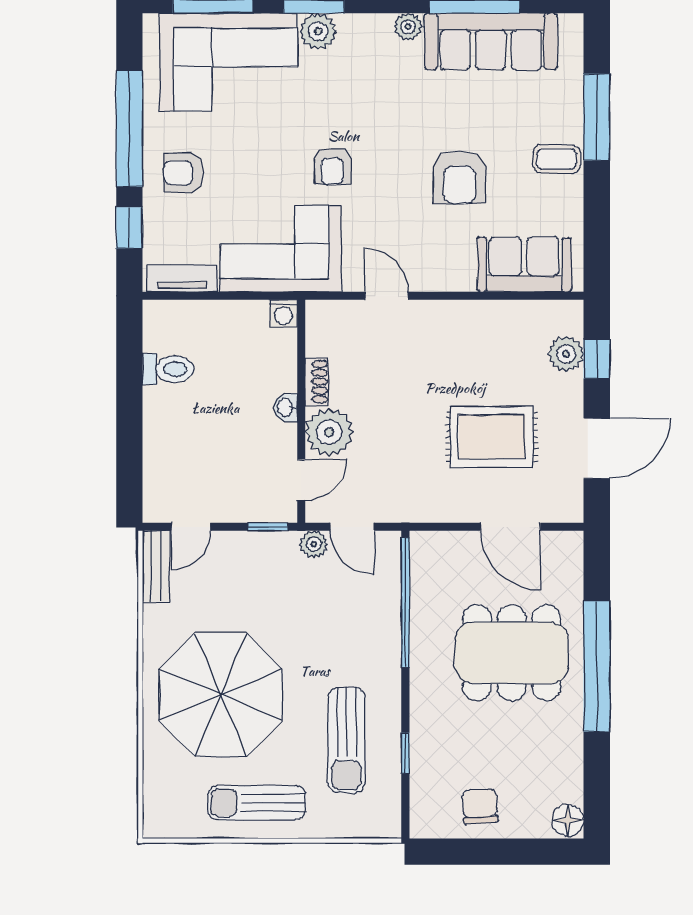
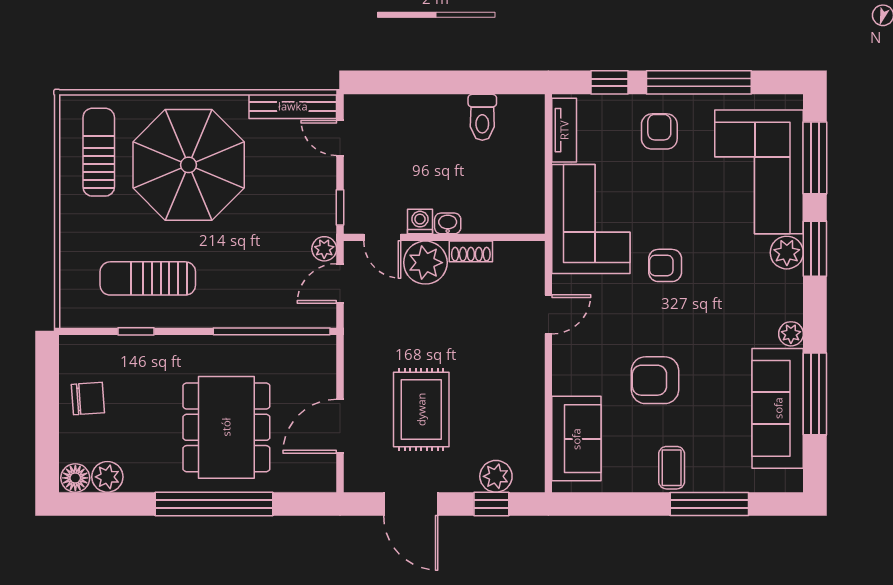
washing machine: (284, 313) -> (420, 222), moved, turned 90
bench: (156, 566) -> (293, 106), width x1.36
plant: (567, 785) -> (107, 477), added
sun lounger: (257, 803) -> (99, 152), moved

